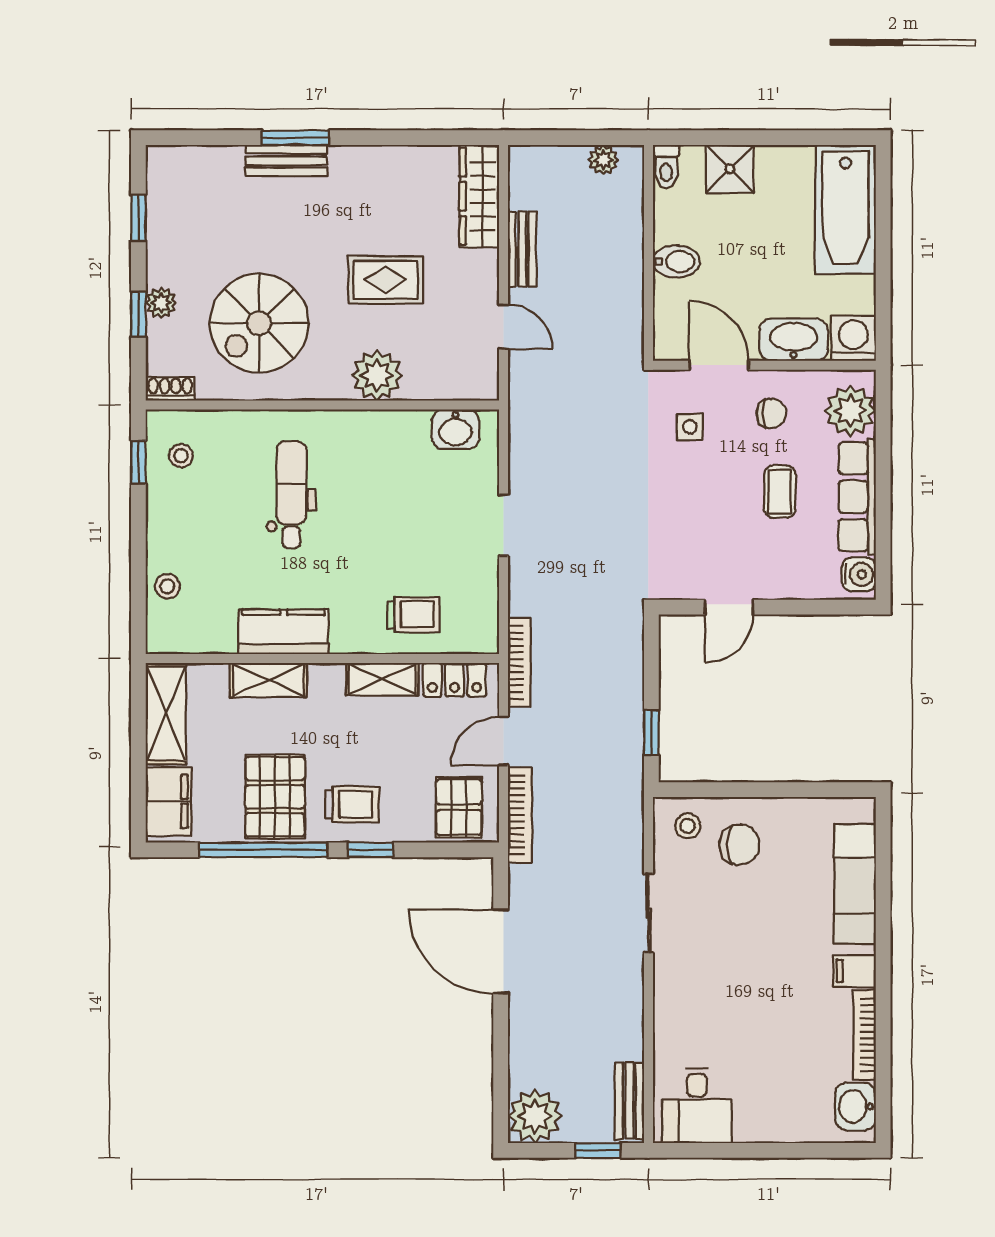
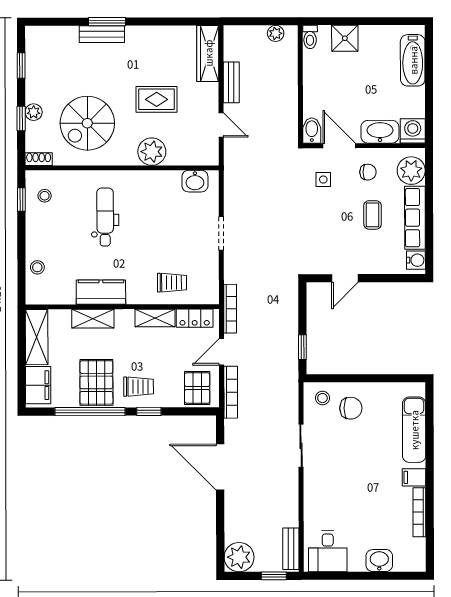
bathtub: (846, 209) -> (413, 60), width x0.73, depth x0.73
bidet: (676, 262) -> (312, 130), moved, turned -90
washbasin: (856, 1106) -> (379, 561), moved, turned 90

